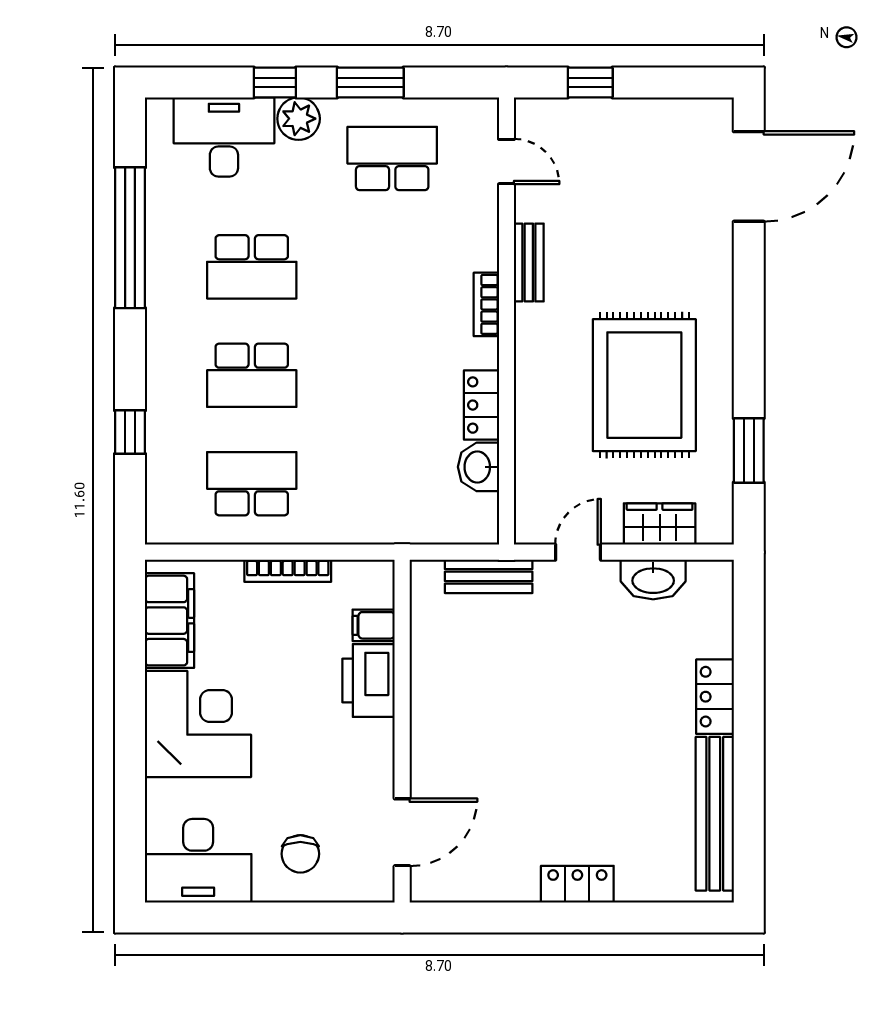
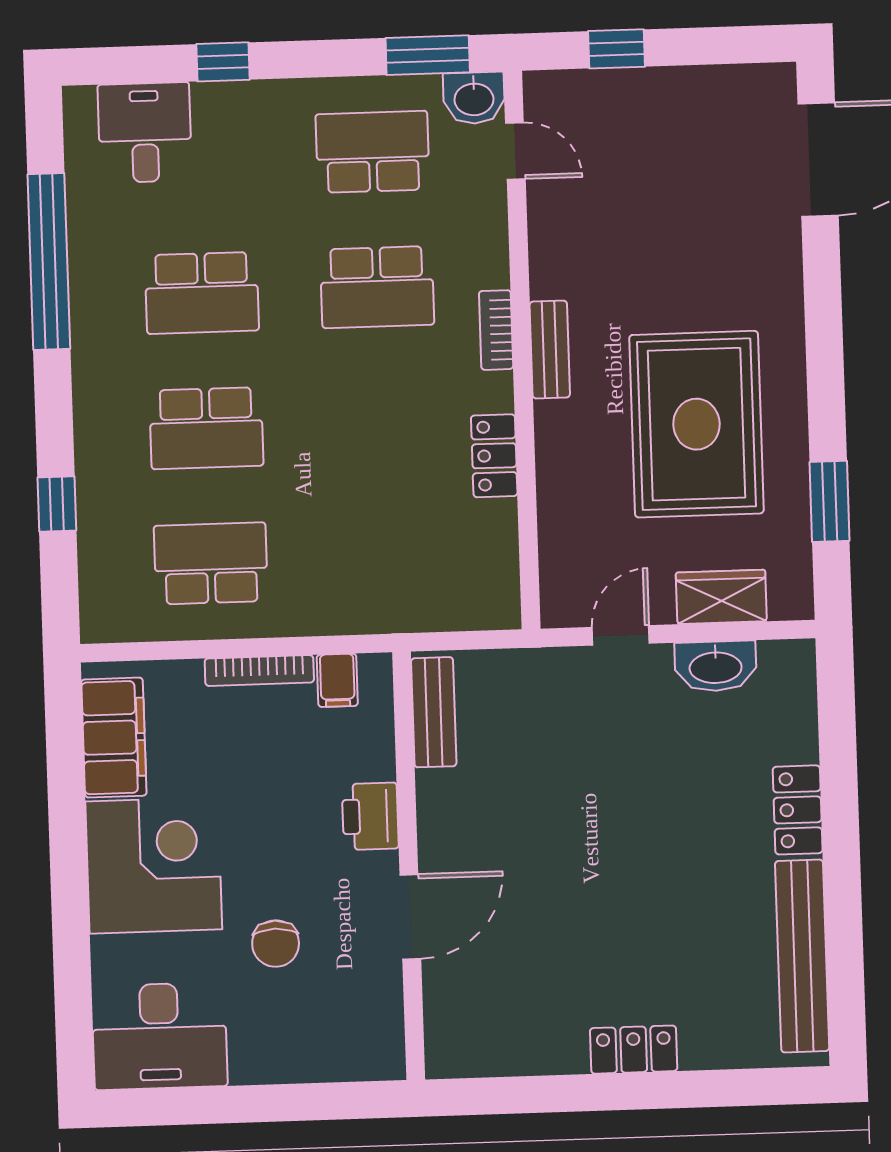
window: (370, 83) -> (428, 55), moved
plant: (299, 119) -> (254, 106), removed
desk: (224, 137) -> (145, 133), width x0.73
bench: (529, 262) -> (550, 350), moved
school desk: (392, 267) -> (377, 287), added
washbasin: (478, 467) -> (474, 98), moved, turned -90
bench: (489, 576) -> (434, 712), moved, turned 90
filing cabinet: (374, 625) -> (337, 680), moved, turned -90
printer: (368, 680) -> (370, 816), width x0.73, depth x0.84
door: (402, 832) -> (410, 917), moved
chair: (300, 854) -> (276, 944), moved

